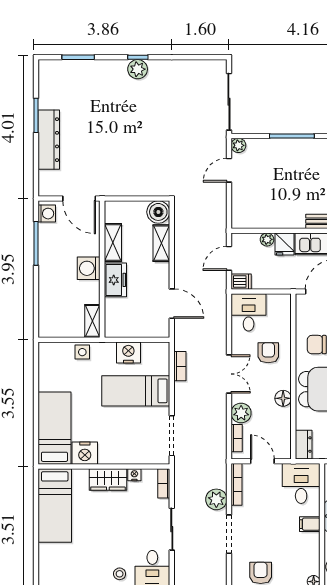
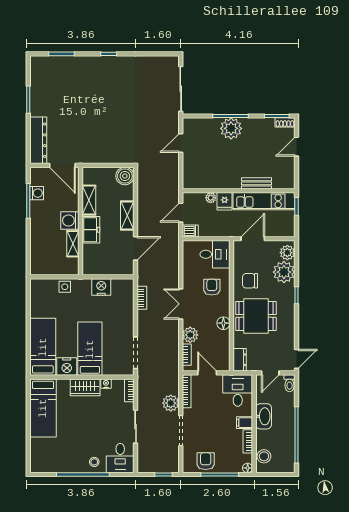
plant: (138, 69) -> (108, 63), removed
dresser: (49, 140) -> (38, 140), moved
plant: (238, 145) -> (231, 128), moved, width x1.88, depth x1.88
washing machine: (47, 214) -> (37, 193), moved
shelving: (161, 243) -> (127, 215), moved
door: (172, 304) -> (136, 248), hinge flipped
desk: (249, 312) -> (215, 254), moved, turned 90
shelving: (92, 321) -> (73, 244), moved
double door: (229, 374) -> (181, 304), swing flipped
bed: (136, 391) -> (90, 349), moved, turned 90
bookcase: (314, 548) -> (248, 441), added

